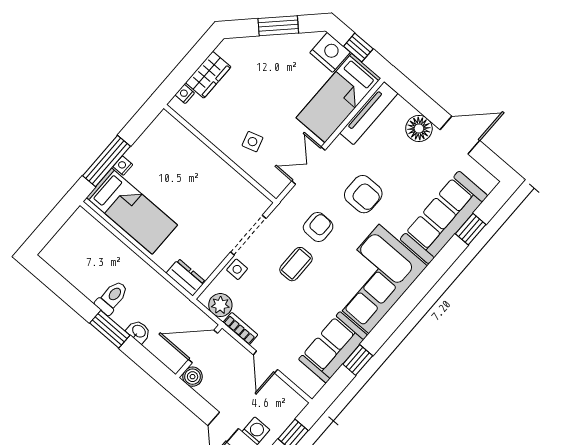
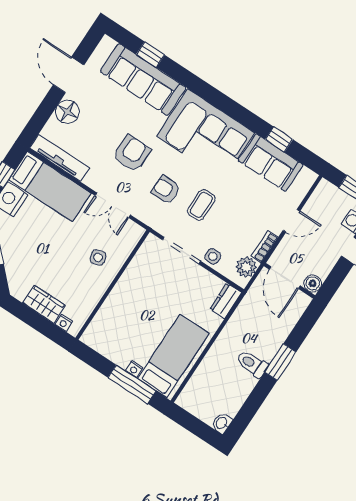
coffee table: (296, 264) -> (201, 205), turned 90
washbasin: (139, 332) -> (222, 423), moved

